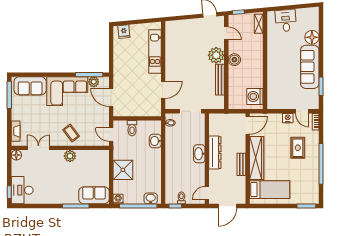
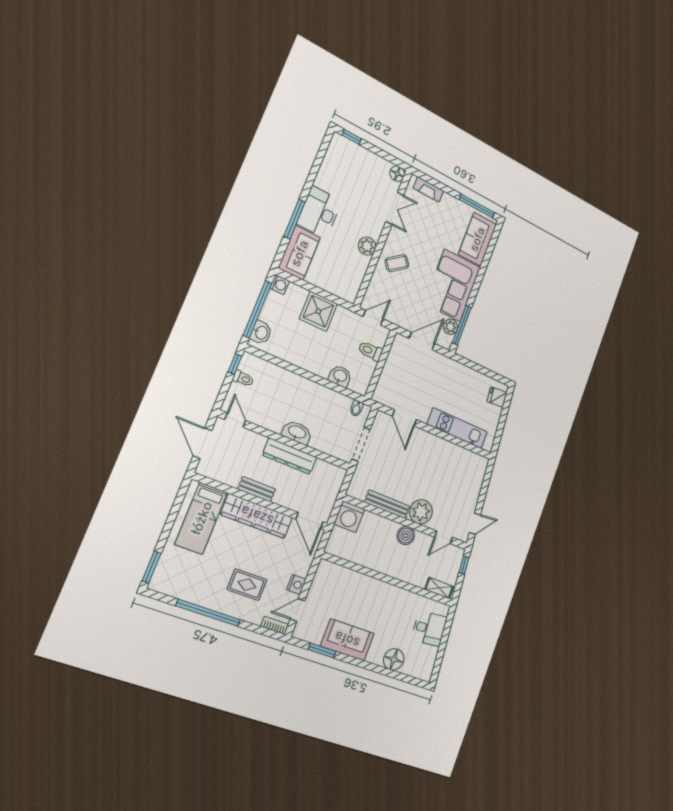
sofa: (310, 67) -> (347, 640), width x0.73
washing machine: (255, 96) -> (349, 517), moved, turned 180
desk: (22, 190) -> (319, 212), moved, turned -90

